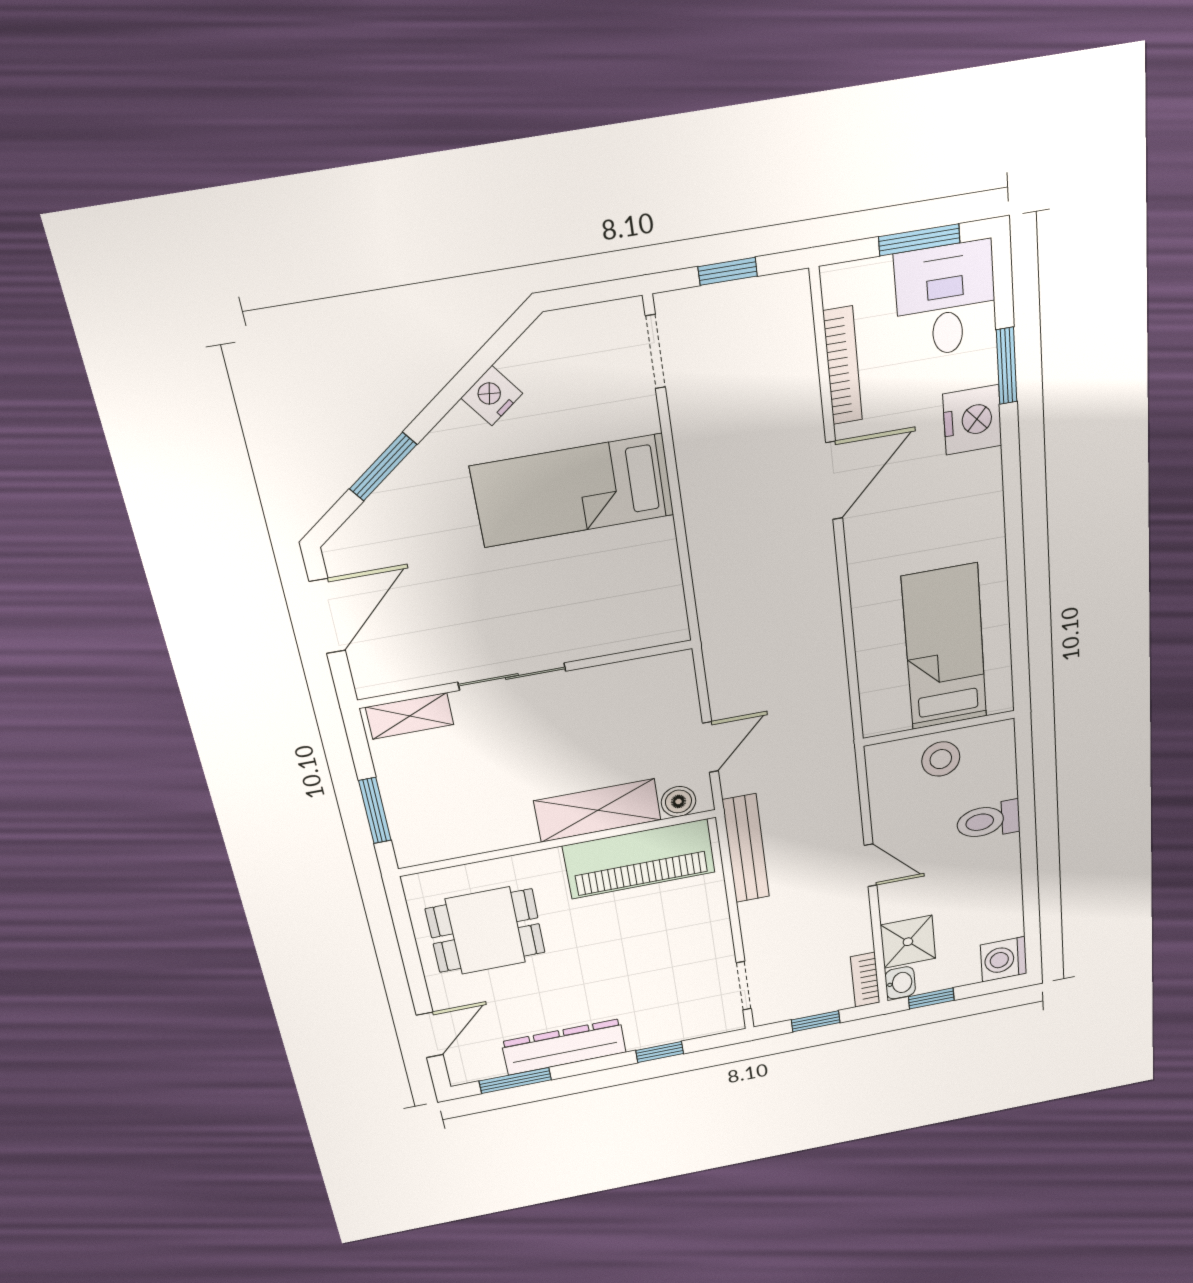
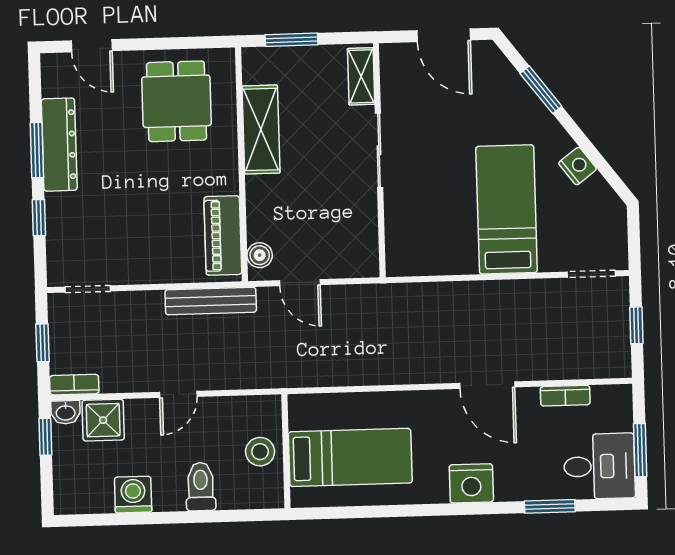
bookcase: (843, 366) -> (565, 396), width x0.64
nightstand: (972, 420) -> (471, 483), moved
shelving: (598, 810) -> (261, 129), moved
piano: (639, 859) -> (223, 236), width x0.73, depth x0.75
washing machine: (1004, 959) -> (133, 495), moved
window: (515, 1080) -> (37, 150), moved

